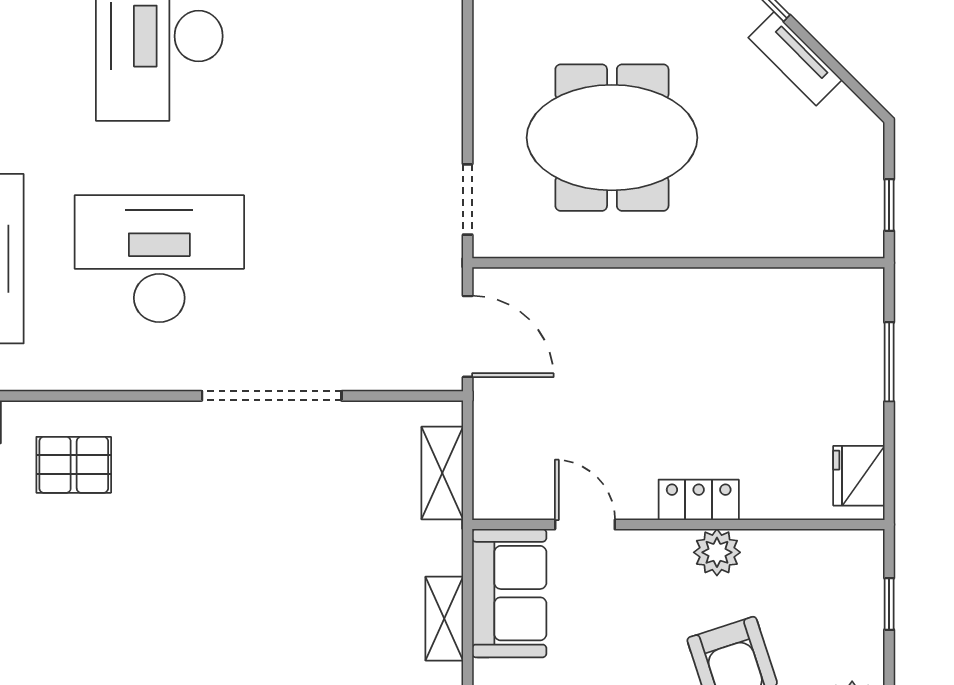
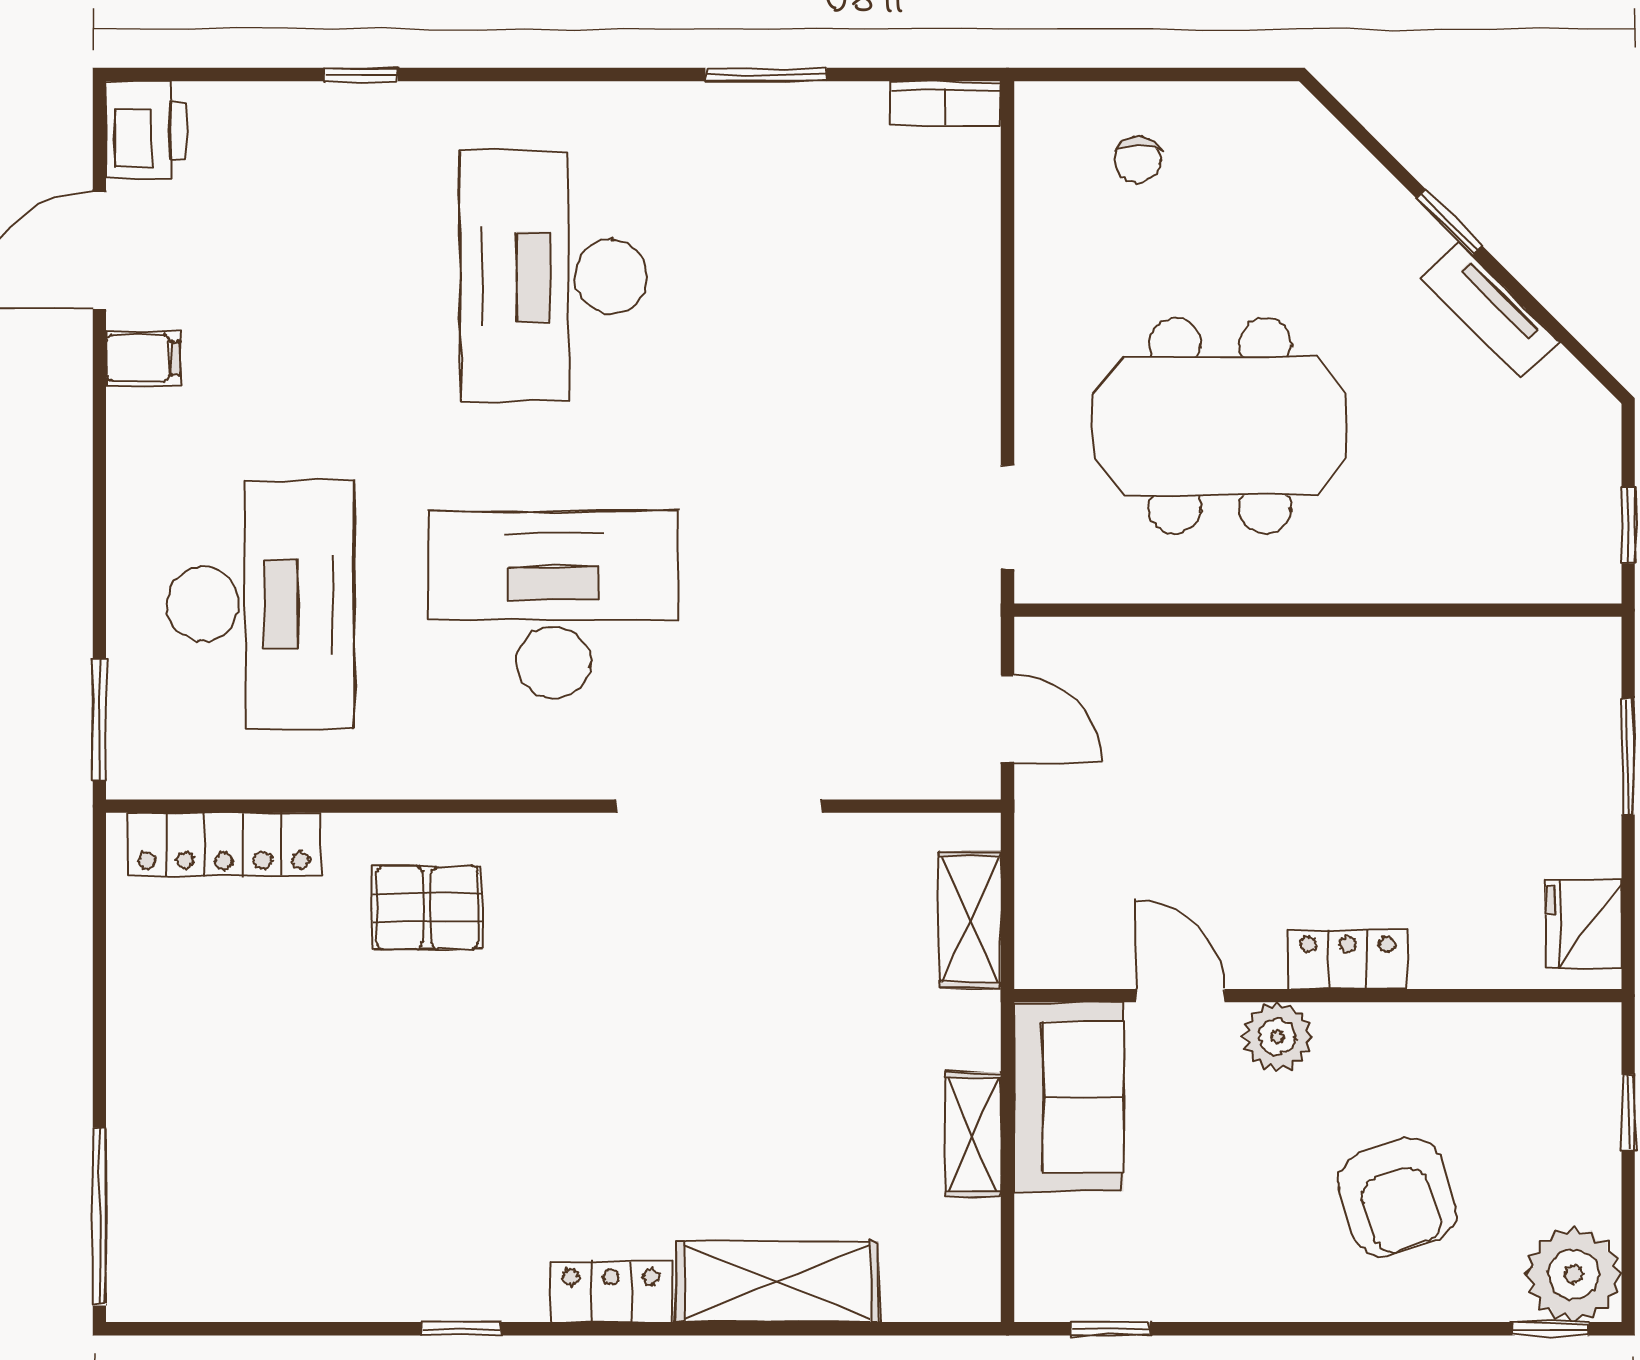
door: (468, 336) -> (1007, 719), width x0.73
plant: (717, 552) -> (1277, 1037), moved

